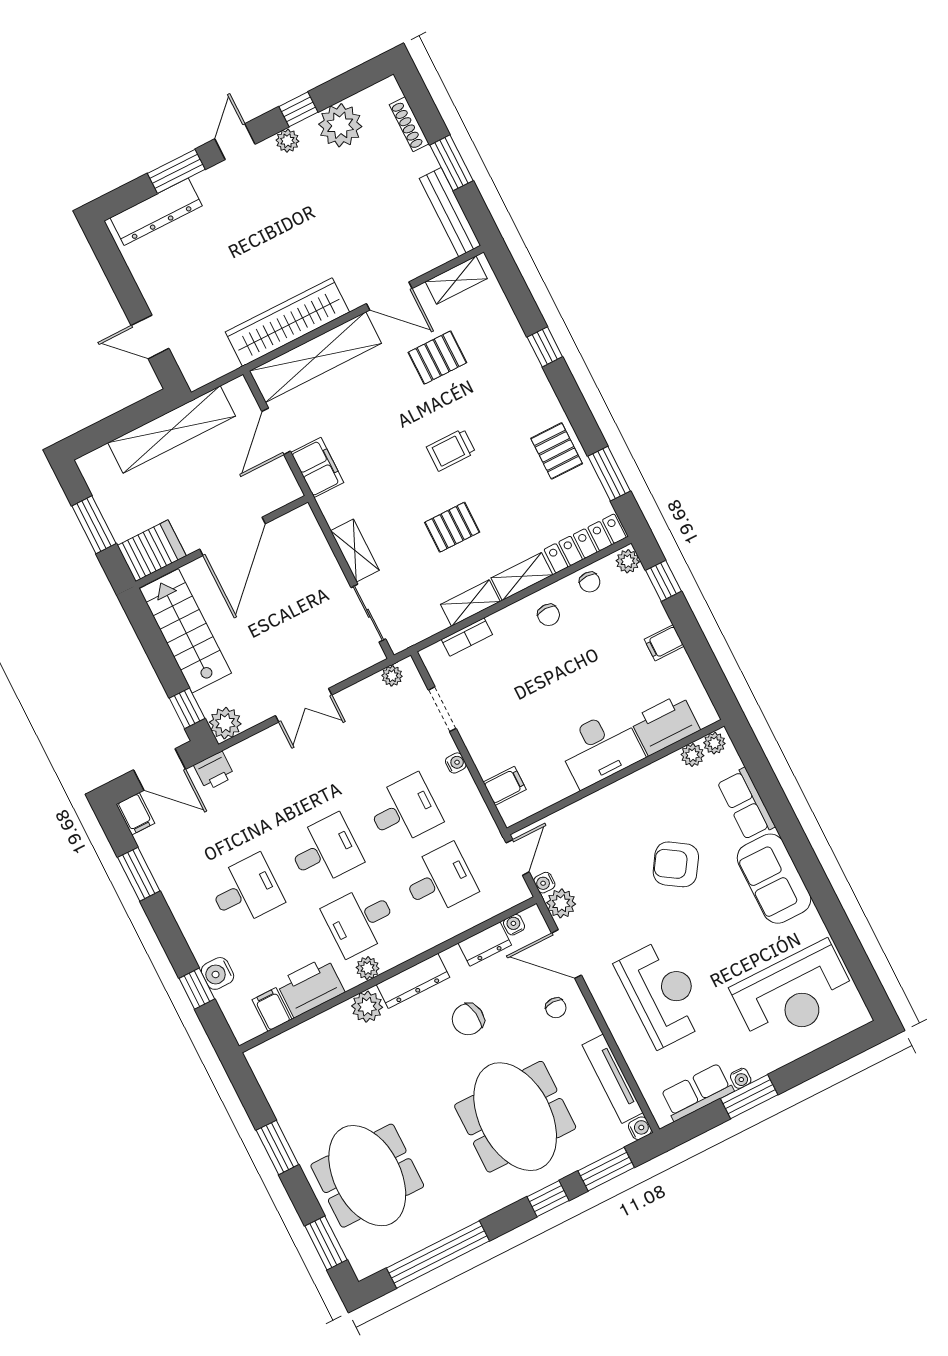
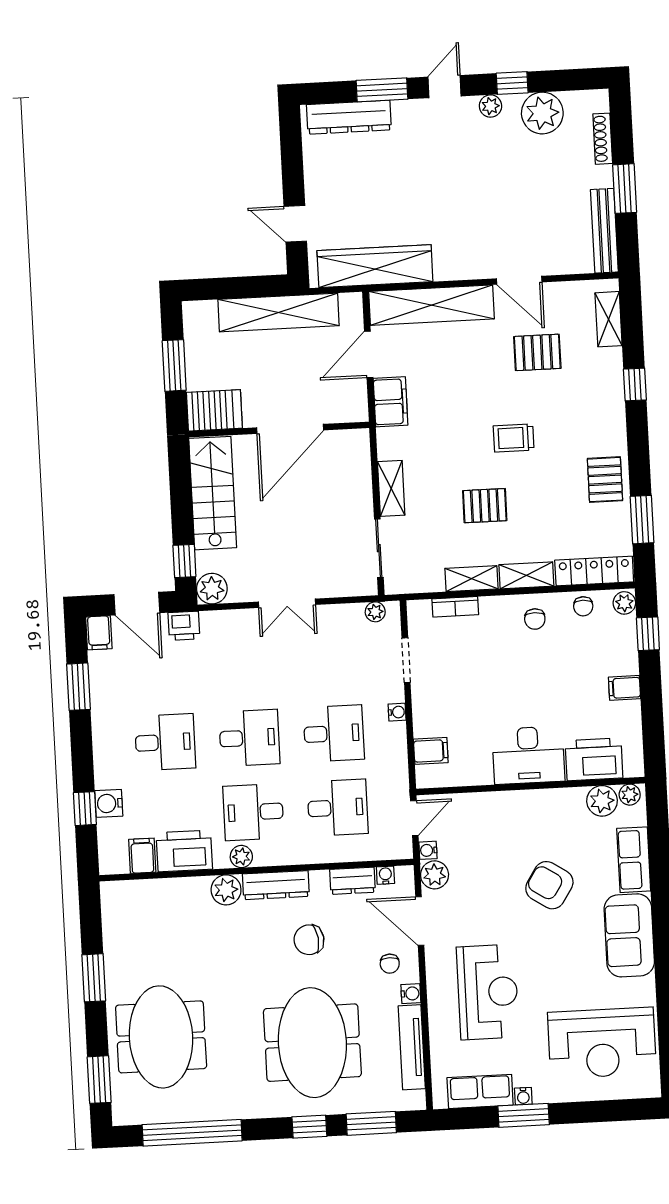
shelving: (456, 280) -> (609, 319), moved, turned 90
wardrobe: (287, 322) -> (375, 266), moved
plant: (692, 755) -> (602, 801), width x1.38, depth x1.38
water cooler: (640, 1128) -> (411, 994), moved

